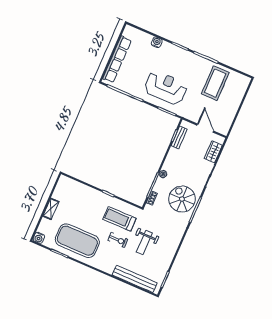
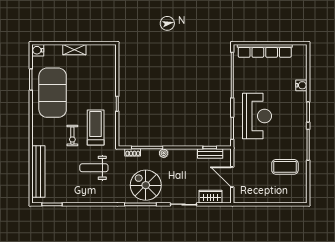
coffee table: (215, 83) -> (285, 167), width x0.73, depth x0.76
door: (205, 128) -> (232, 177), swing flipped
spiral stairs: (182, 199) -> (146, 185), turned -90
weight bench: (144, 242) -> (94, 168), moved

